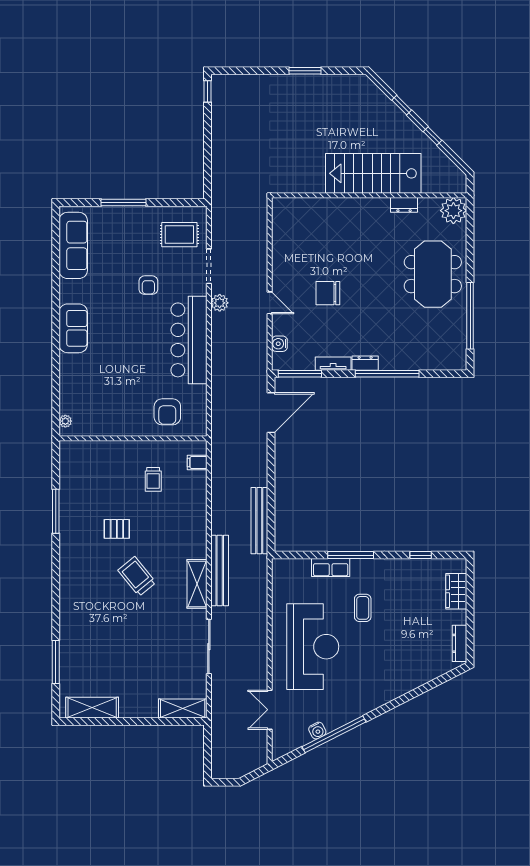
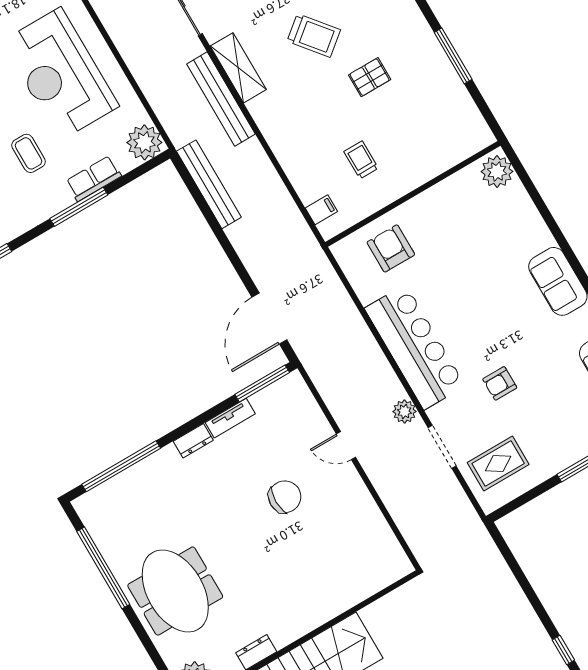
armchair: (148, 285) -> (500, 383), turned -90
water cooler: (279, 344) -> (307, 405), removed
window: (387, 374) -> (121, 466), moved
plant: (65, 421) -> (497, 172), width x1.87, depth x1.87
plant: (285, 572) -> (144, 142), added

